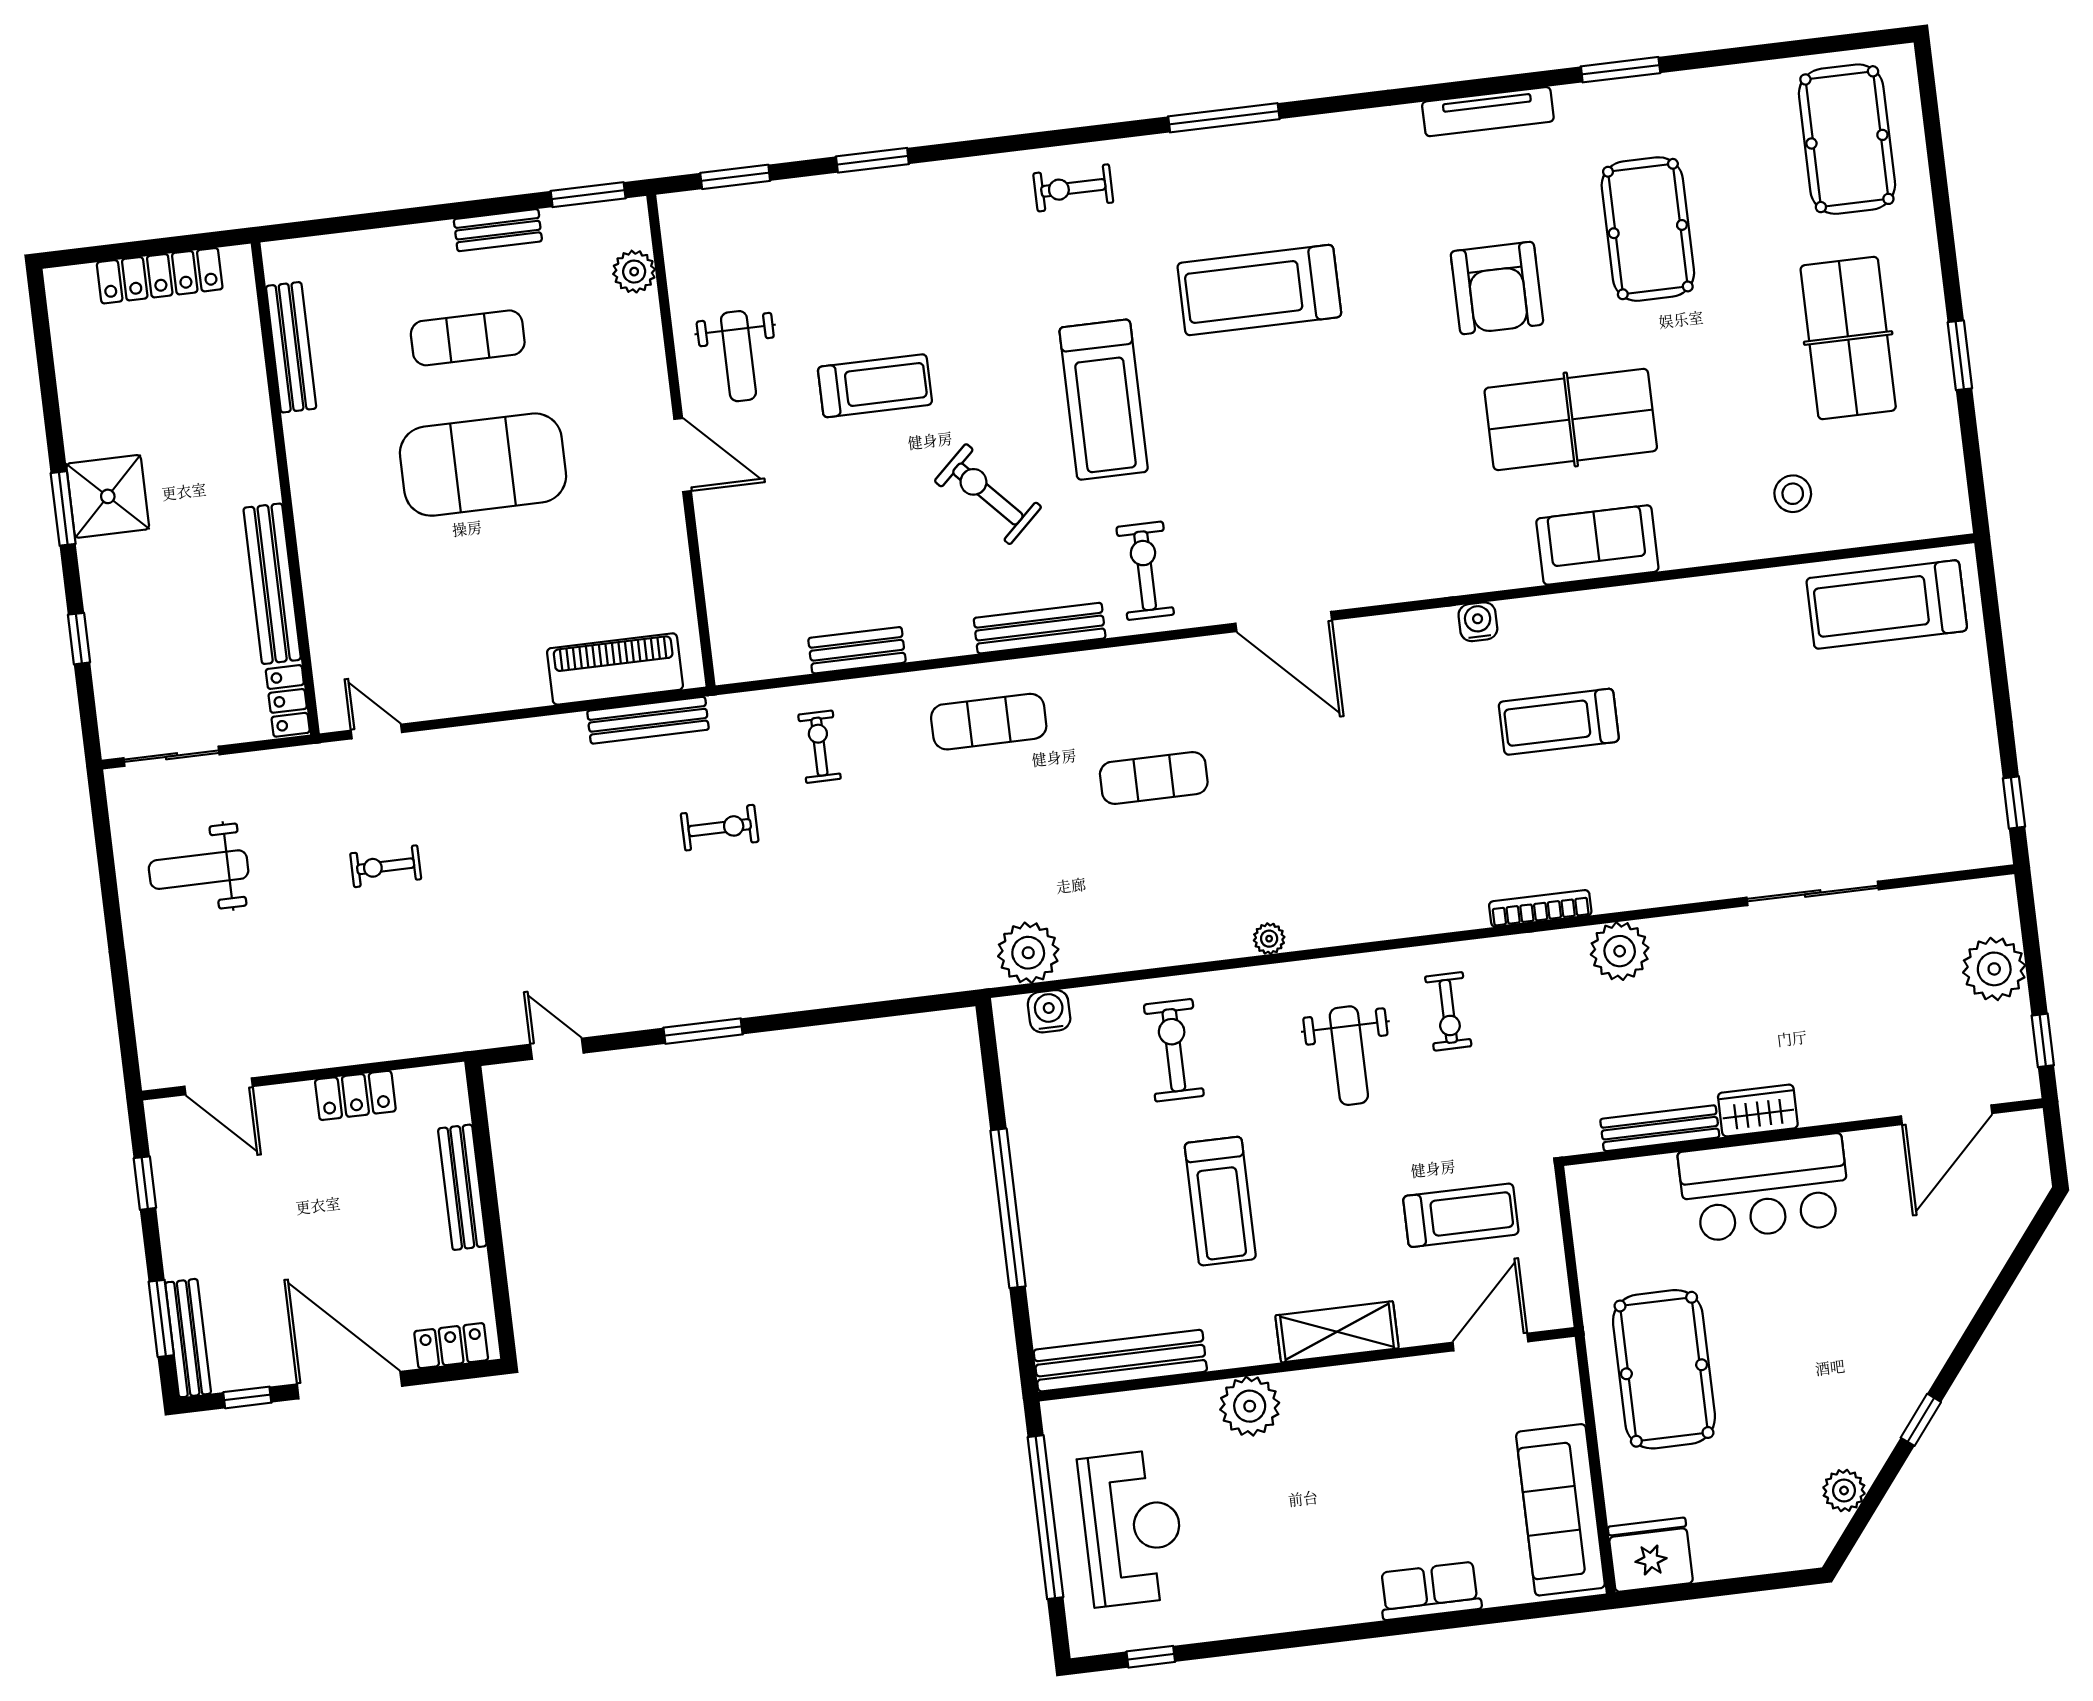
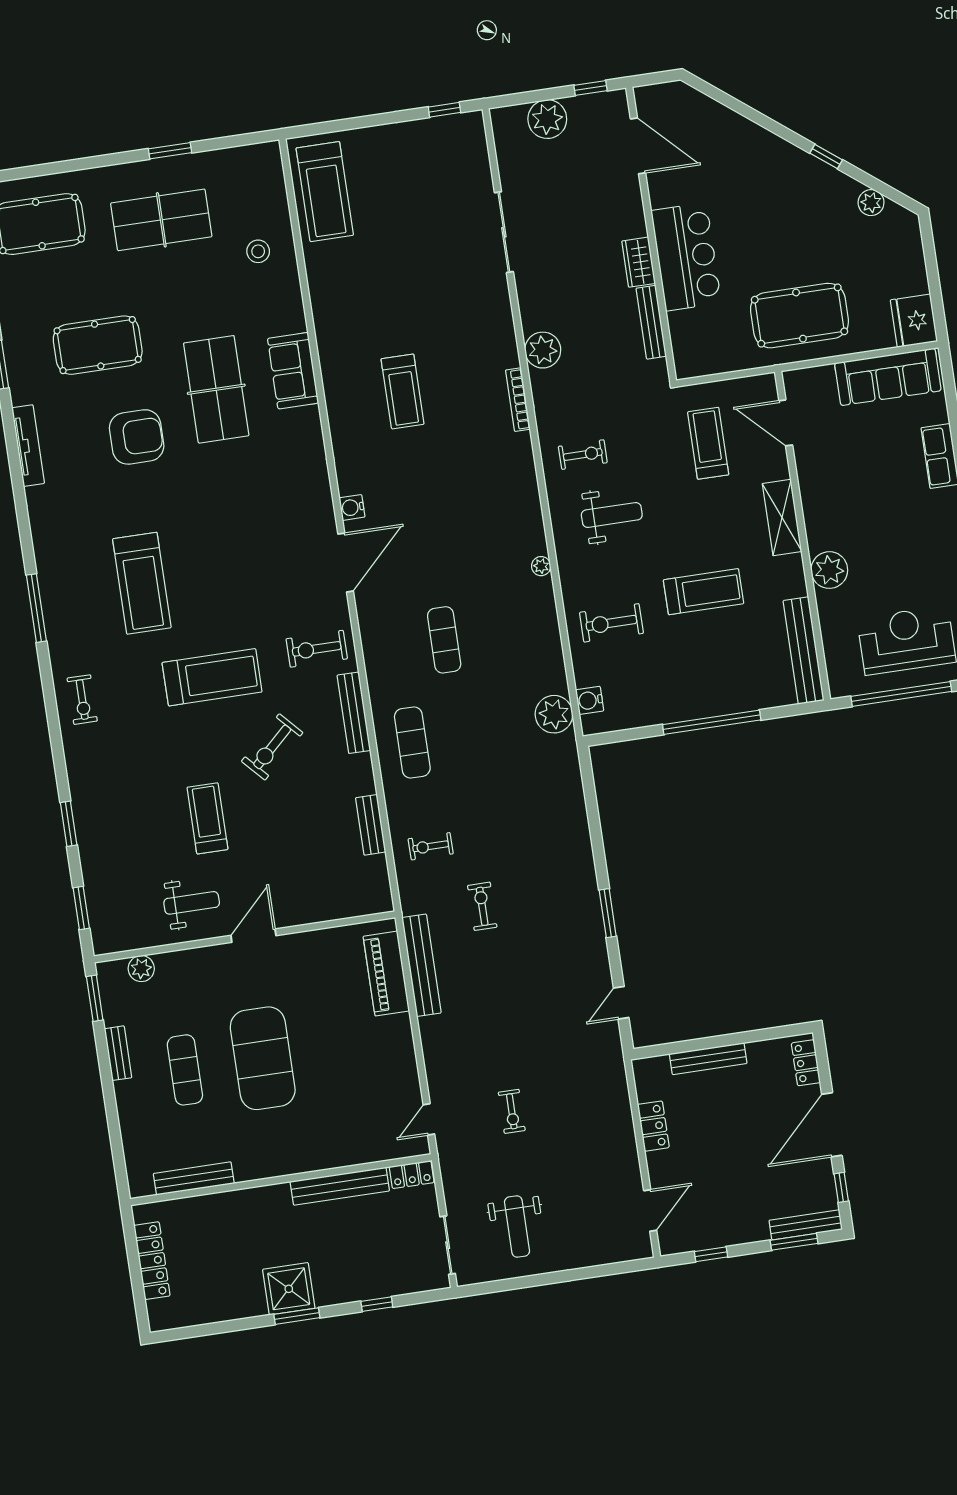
water cooler: (1478, 622) -> (352, 507), moved
bench: (648, 720) -> (421, 965), width x1.37, depth x1.21

